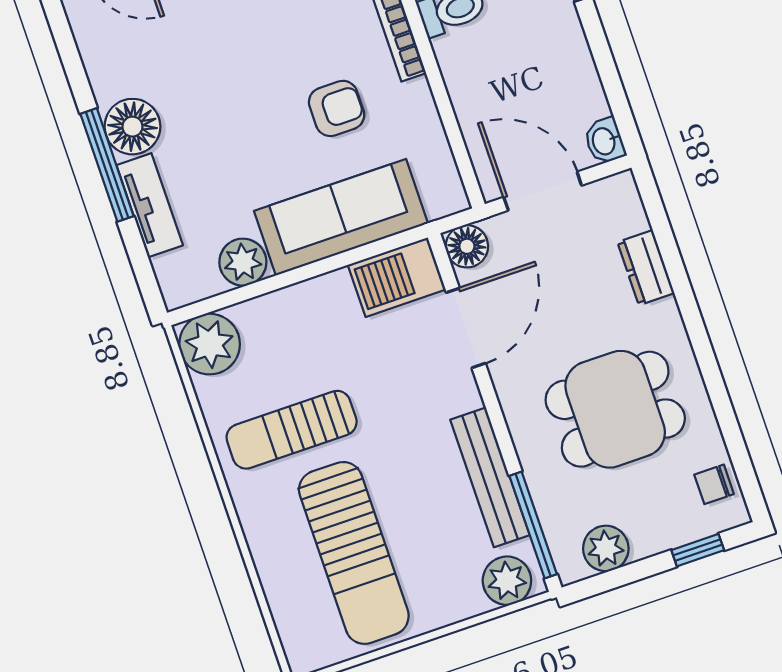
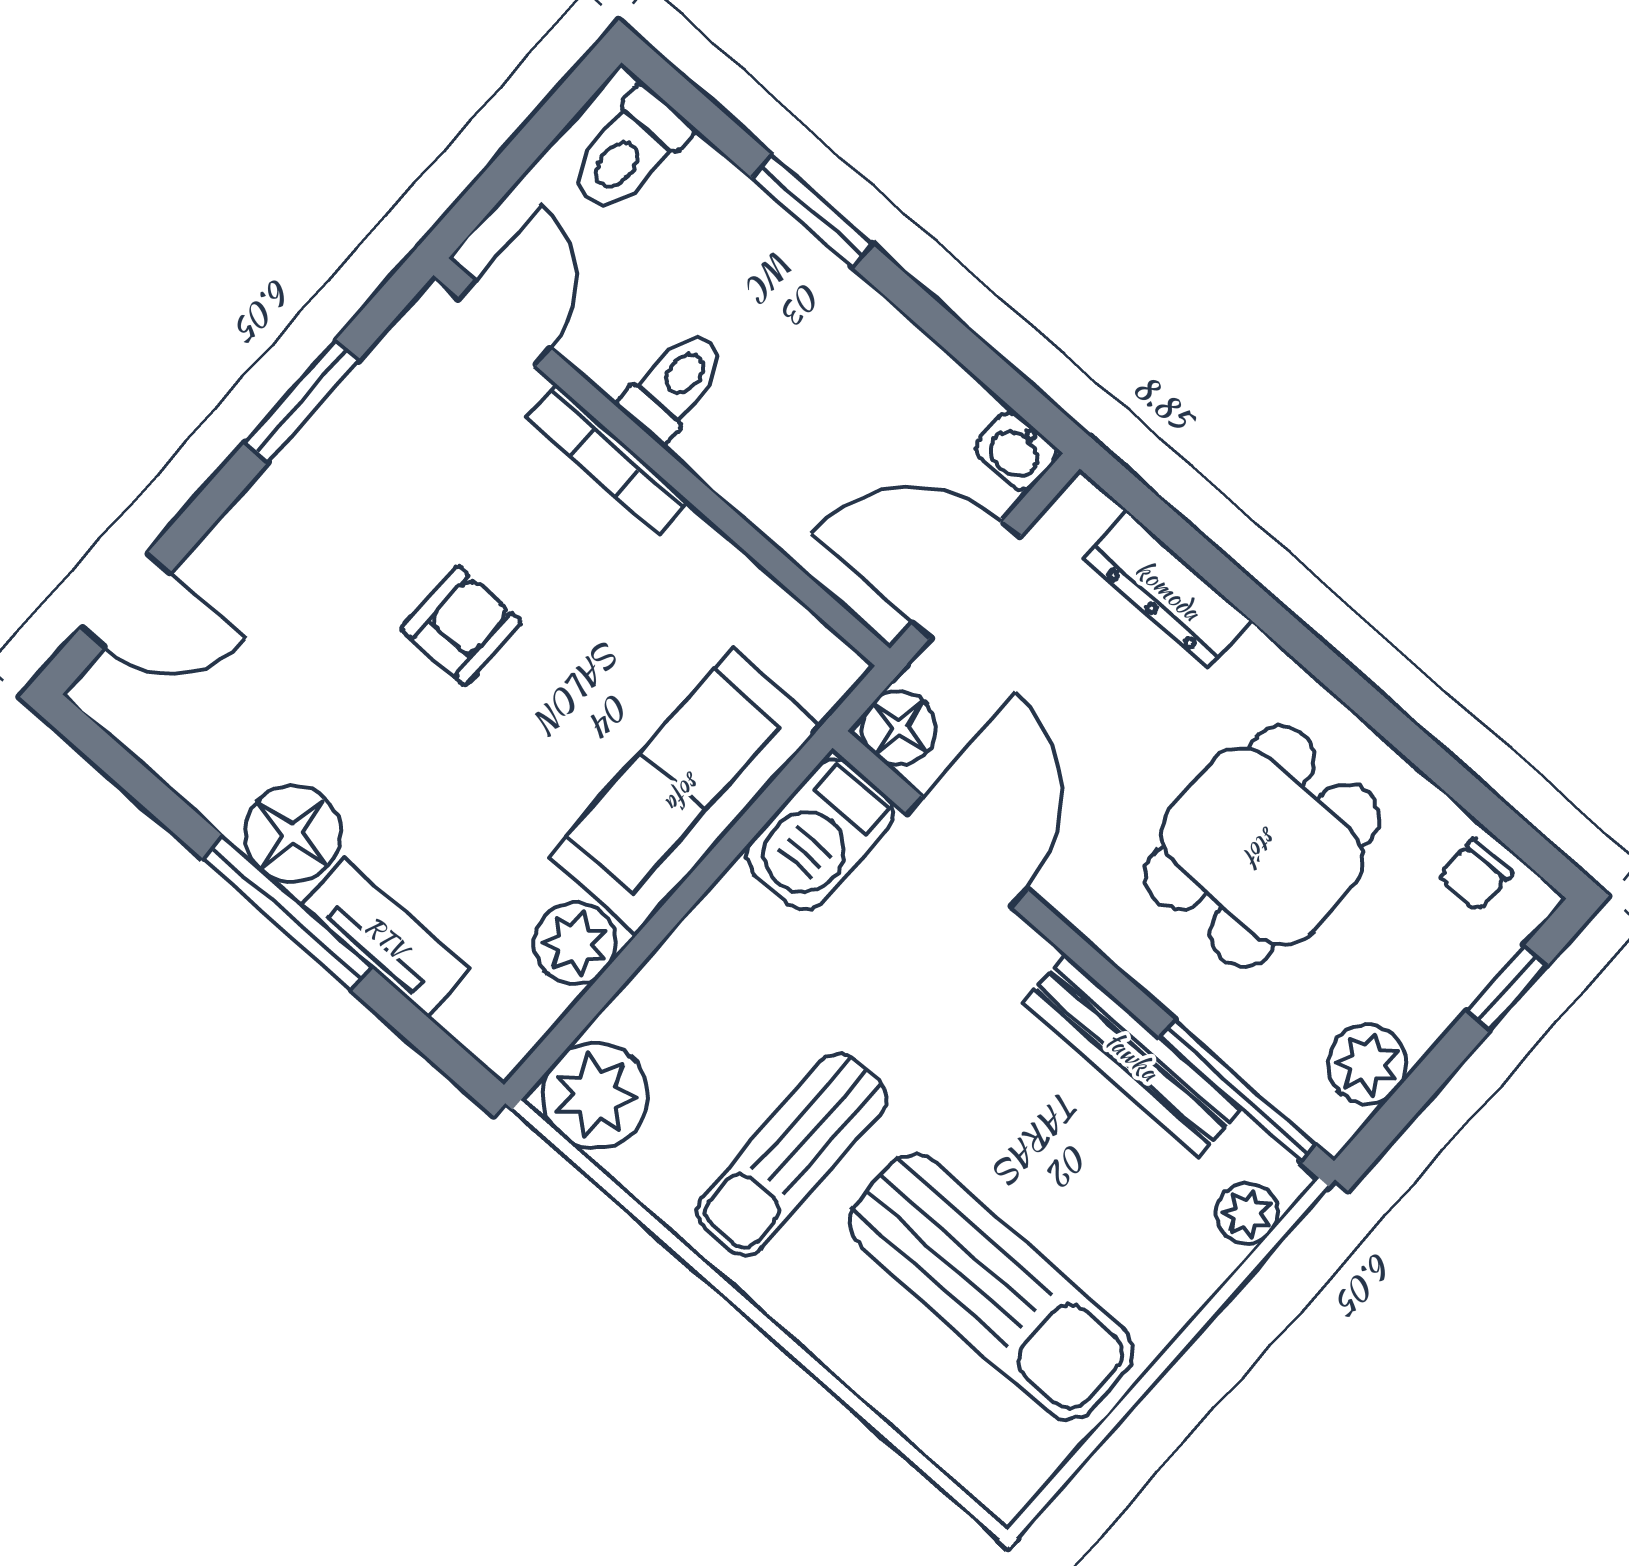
armchair: (337, 108) -> (461, 626), moved
dresser: (646, 268) -> (1168, 590), width x1.44
plant: (507, 581) -> (1247, 1214), width x0.73, depth x0.73

